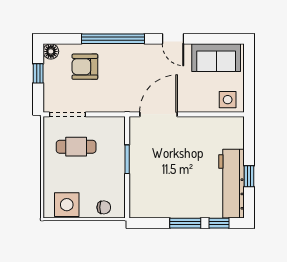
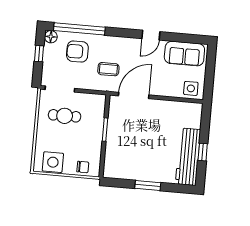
window: (113, 39) -> (79, 29), moved
door: (173, 39) -> (151, 35), hinge flipped
coffee table: (125, 85) -> (108, 69), added
window: (219, 223) -> (175, 188), removed

